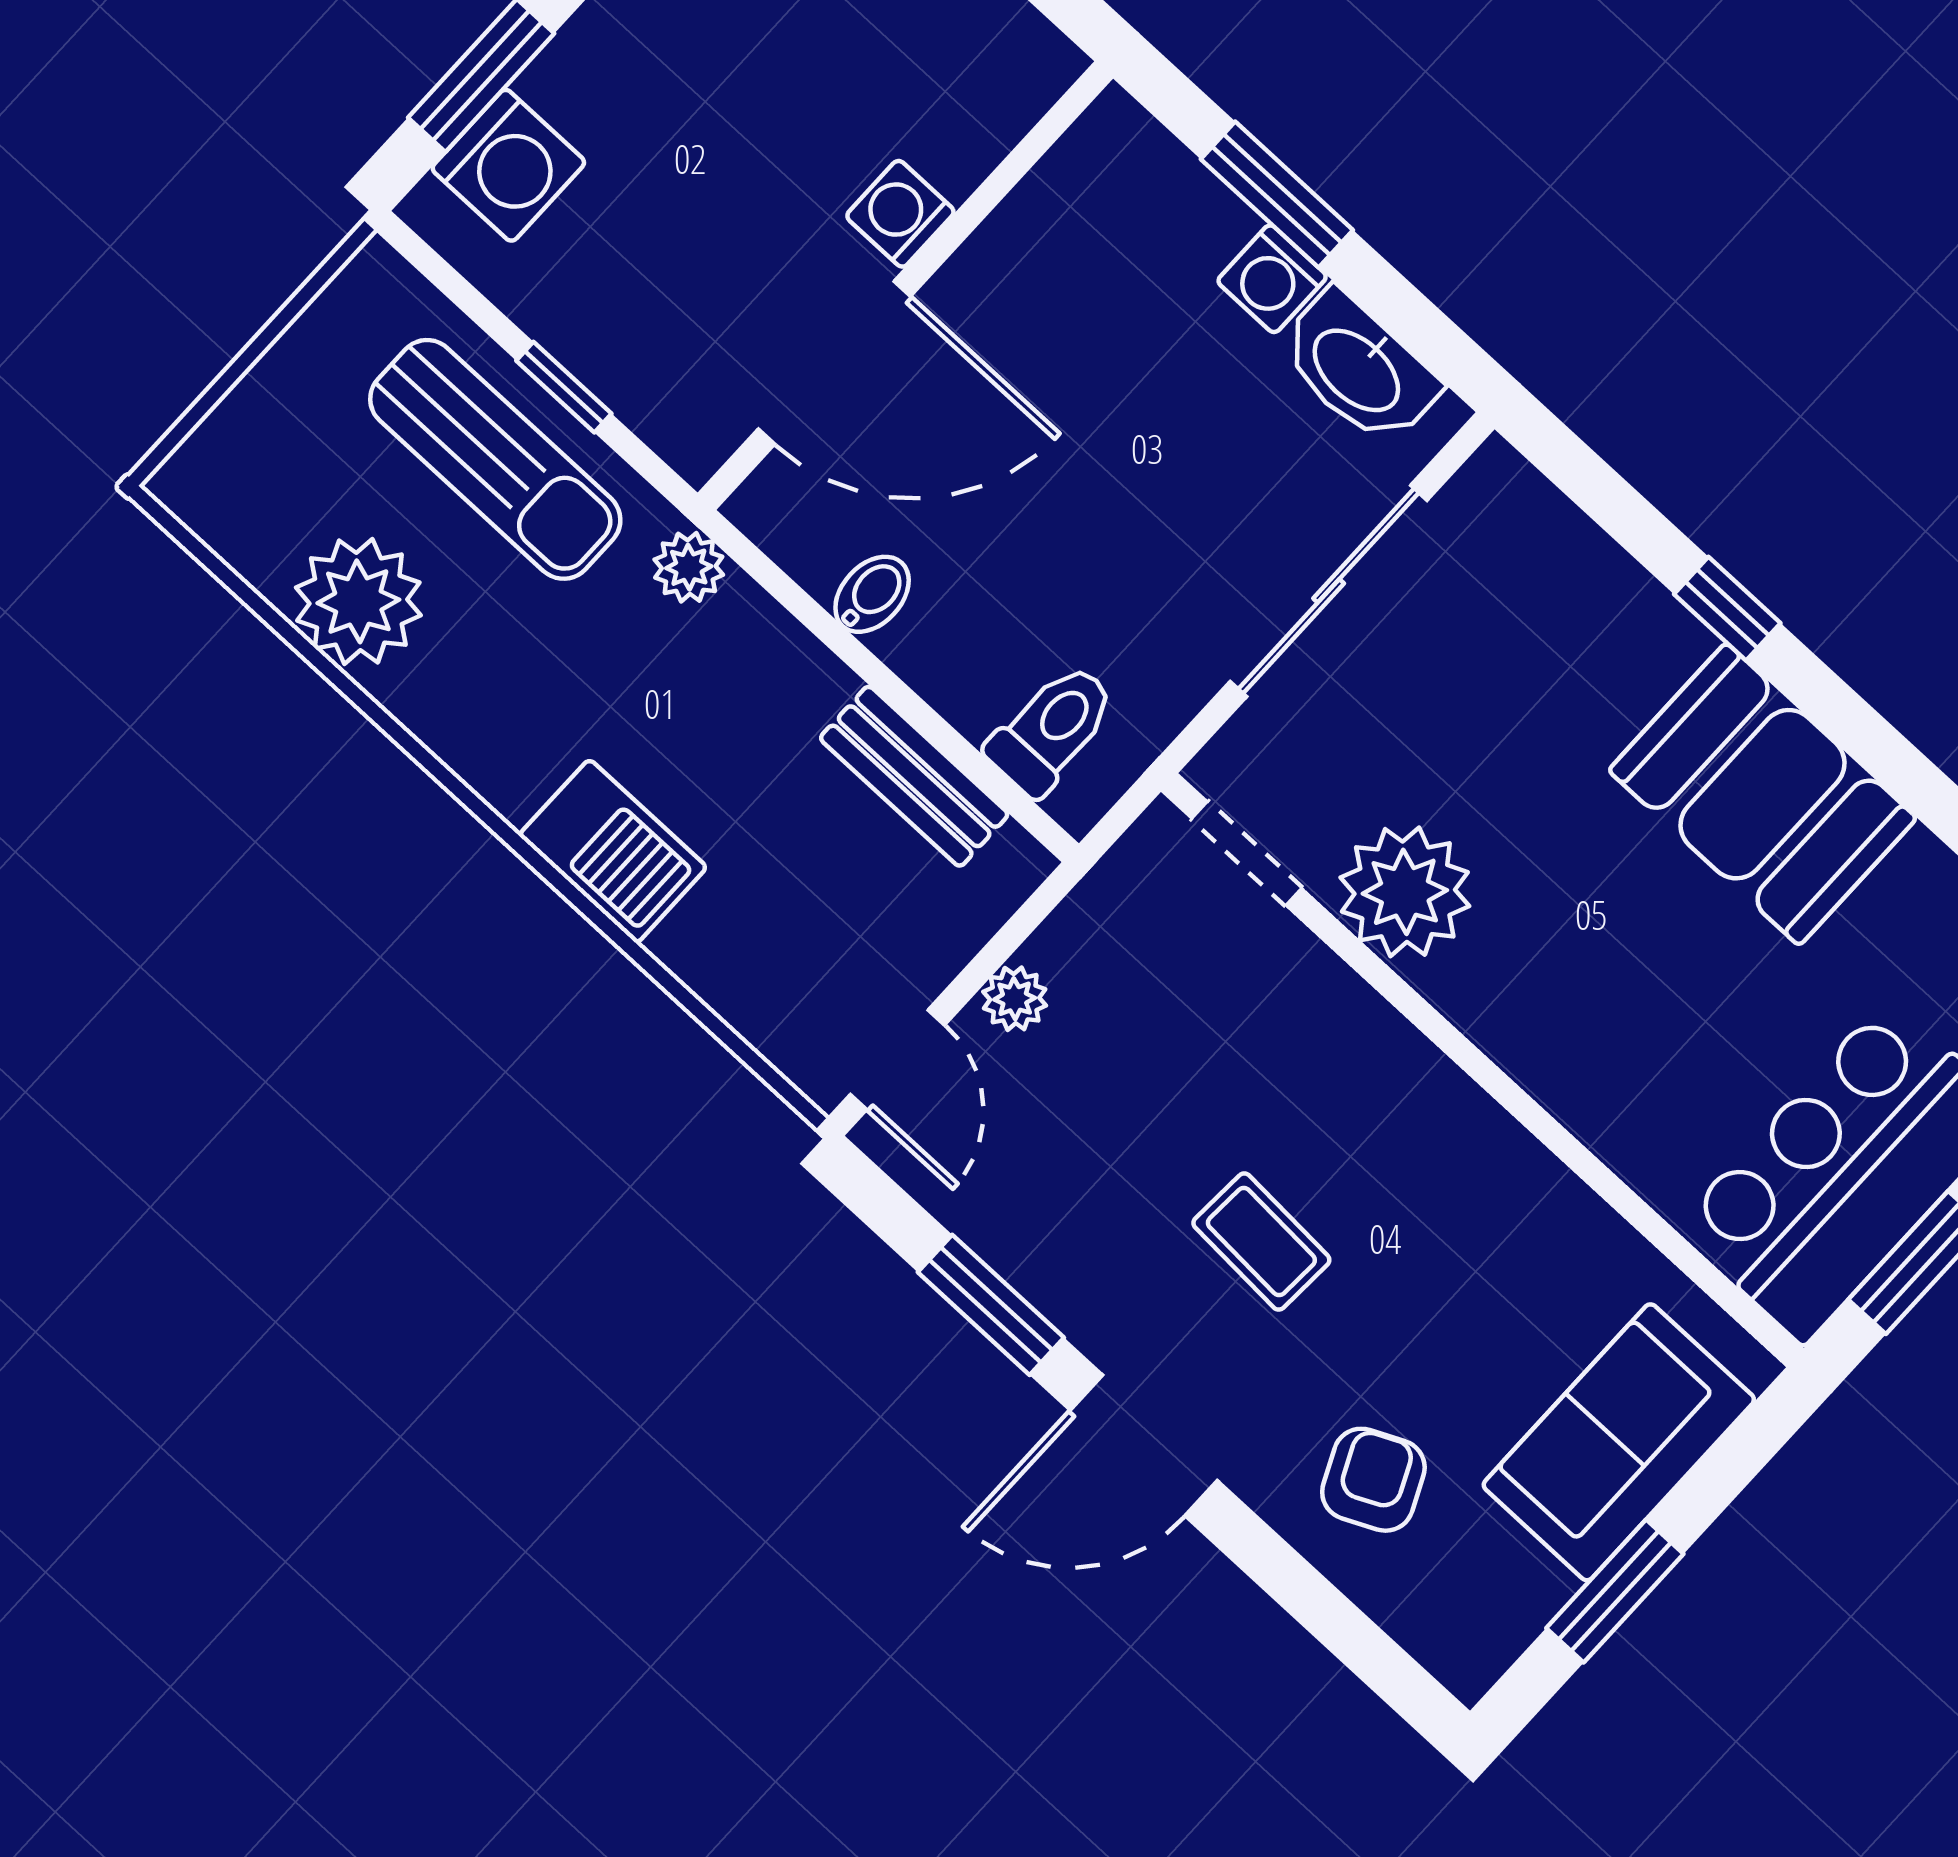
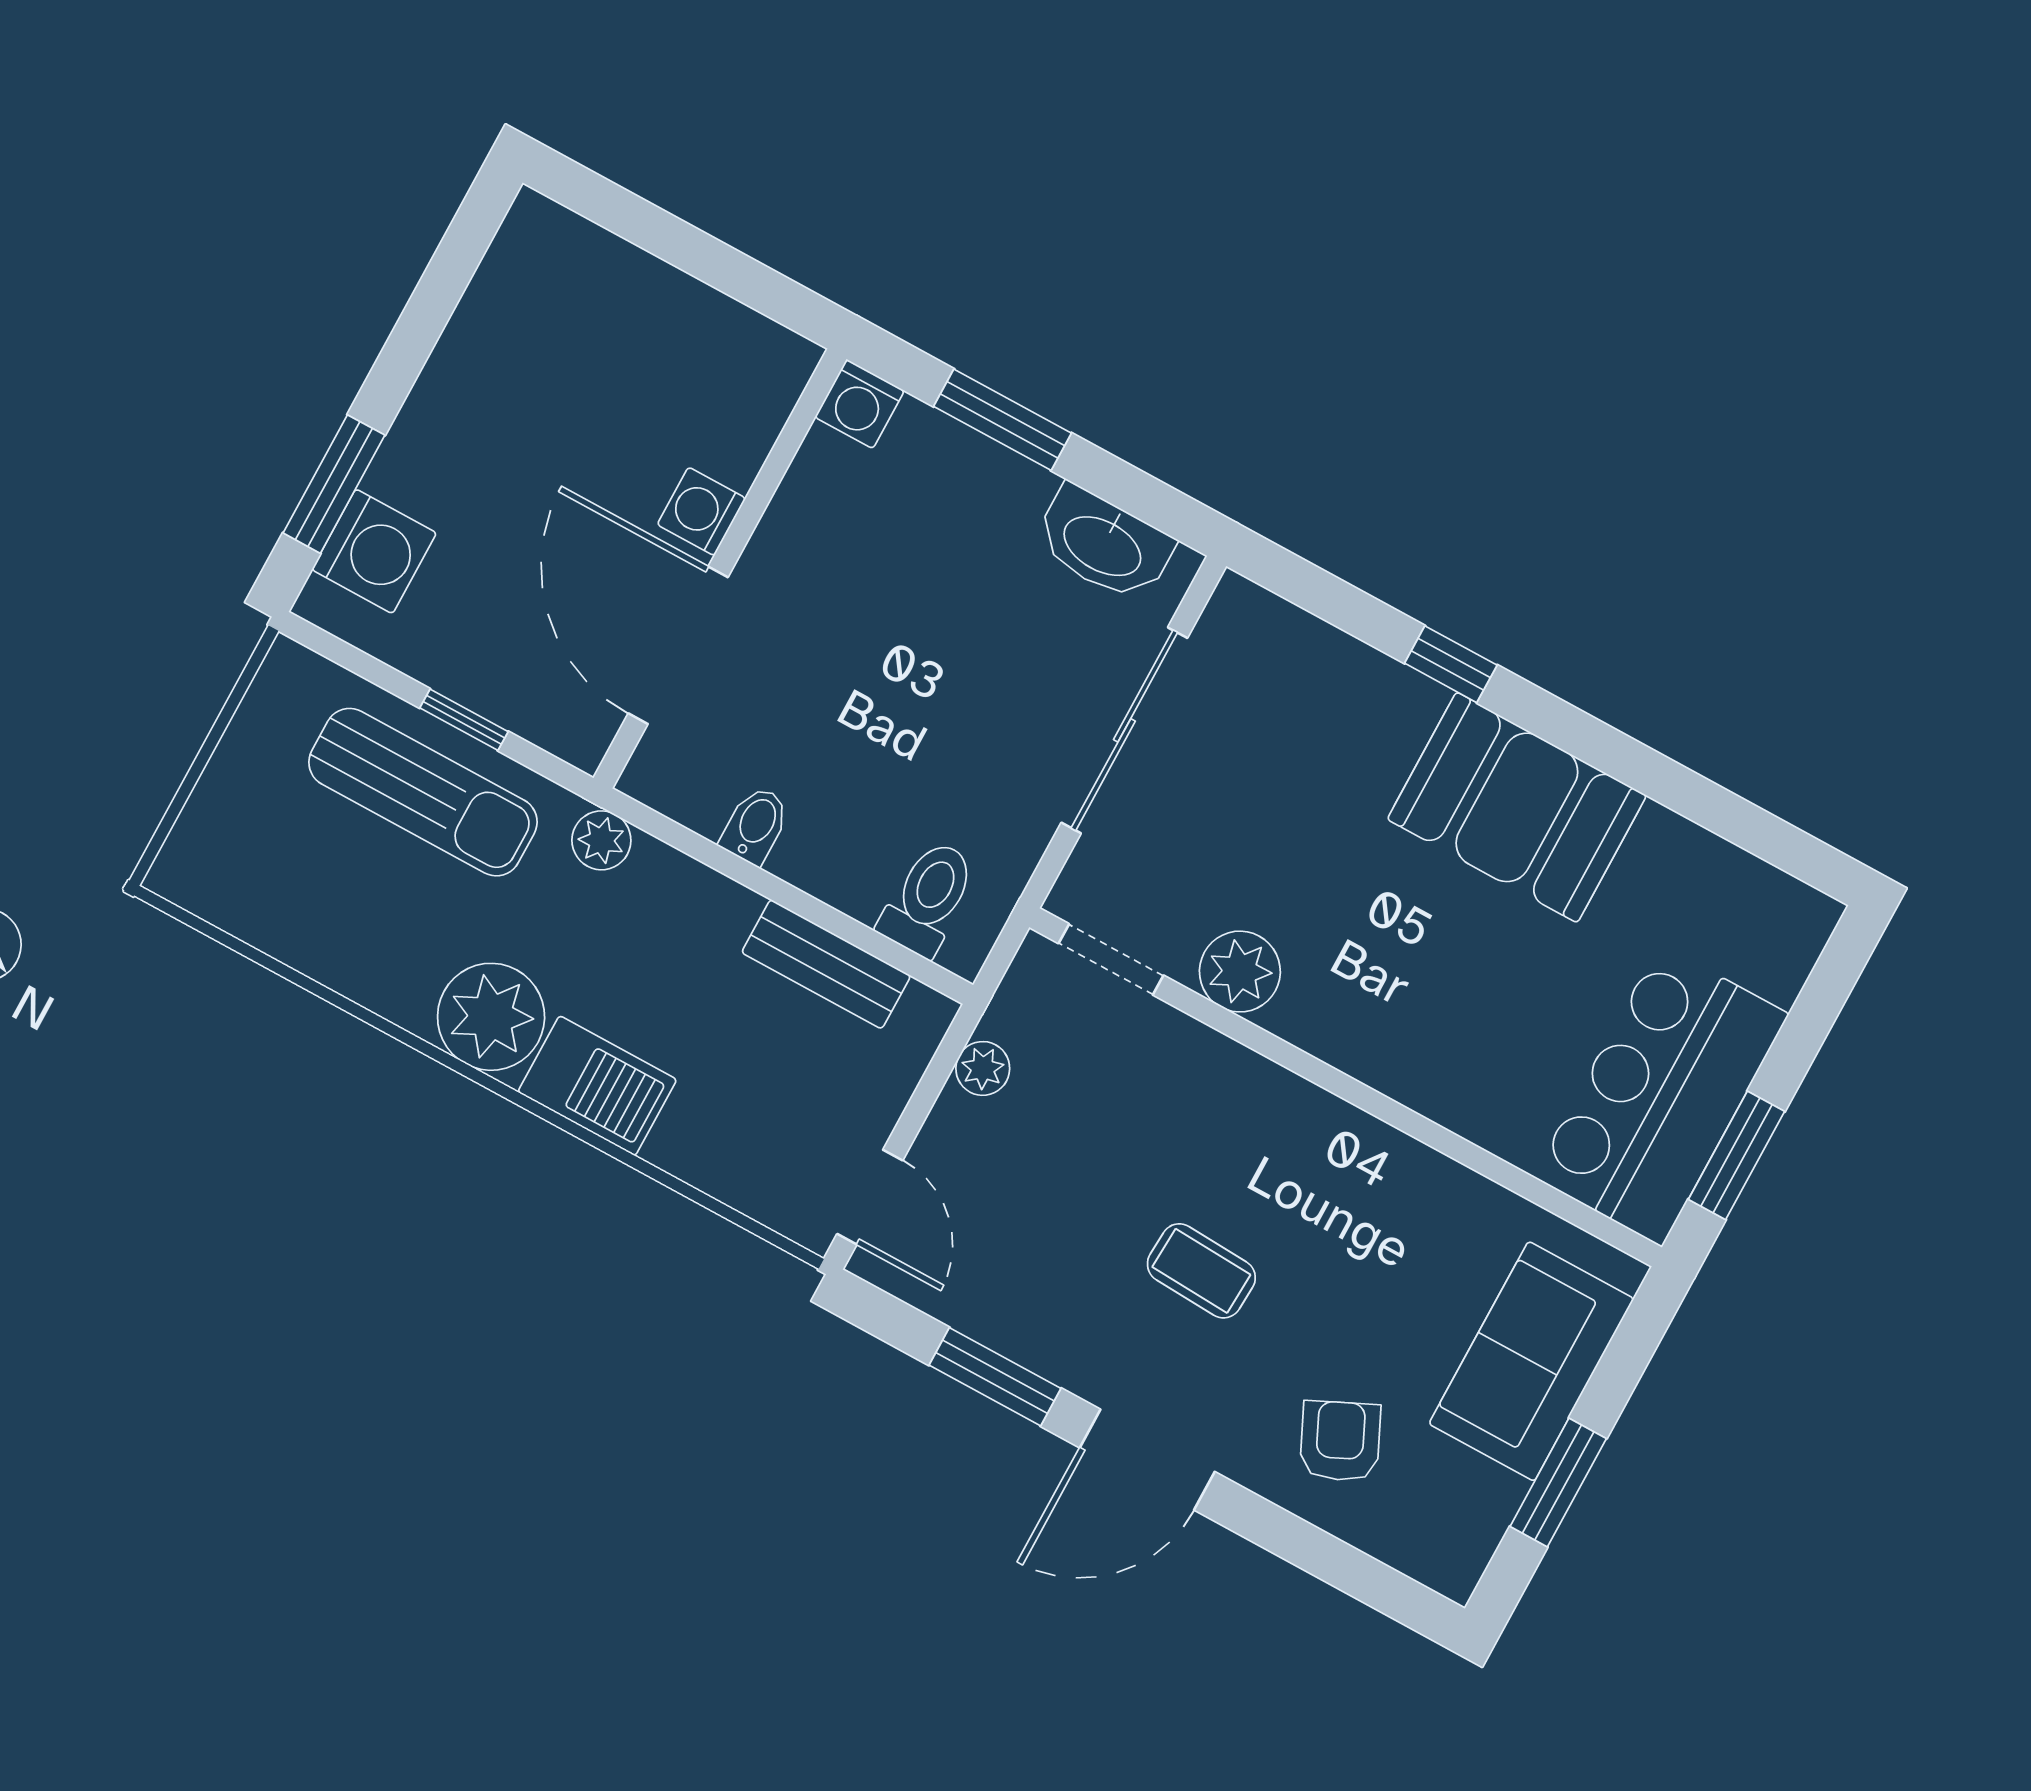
washing machine: (1272, 279) -> (860, 404), moved
door: (834, 363) -> (678, 645), swing flipped
plant: (358, 601) -> (491, 1017), moved
plant: (1405, 892) -> (1240, 972), width x0.73, depth x0.73
plant: (1015, 999) -> (983, 1068), moved

